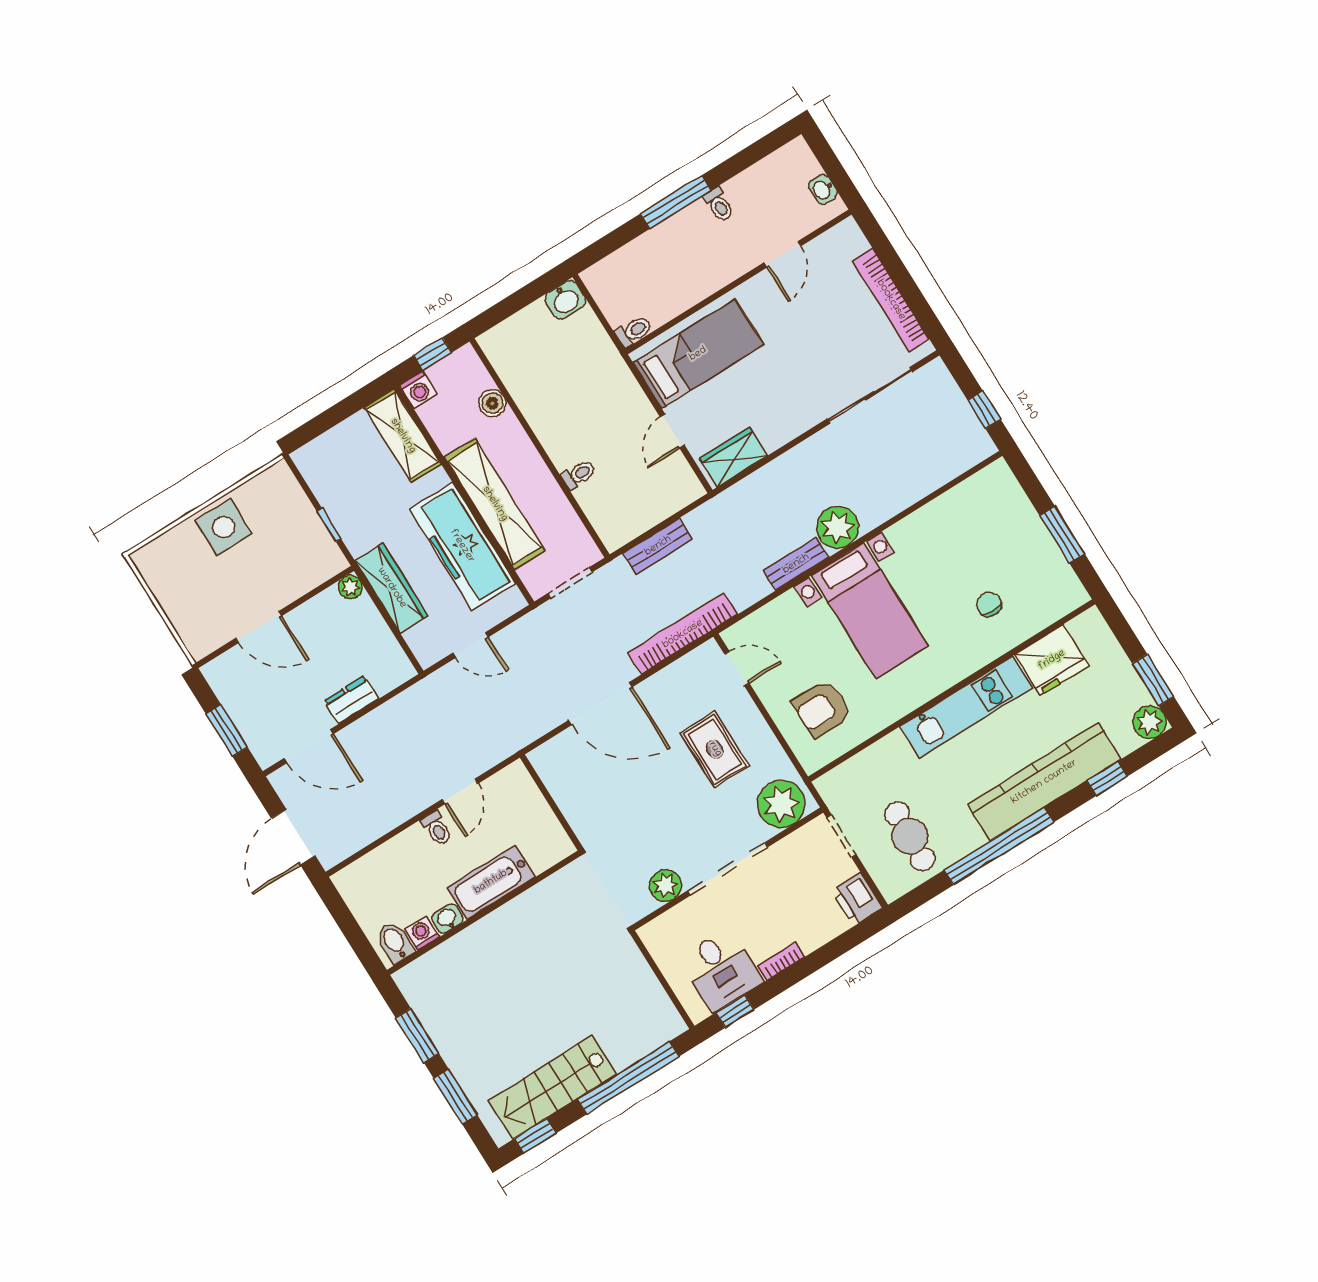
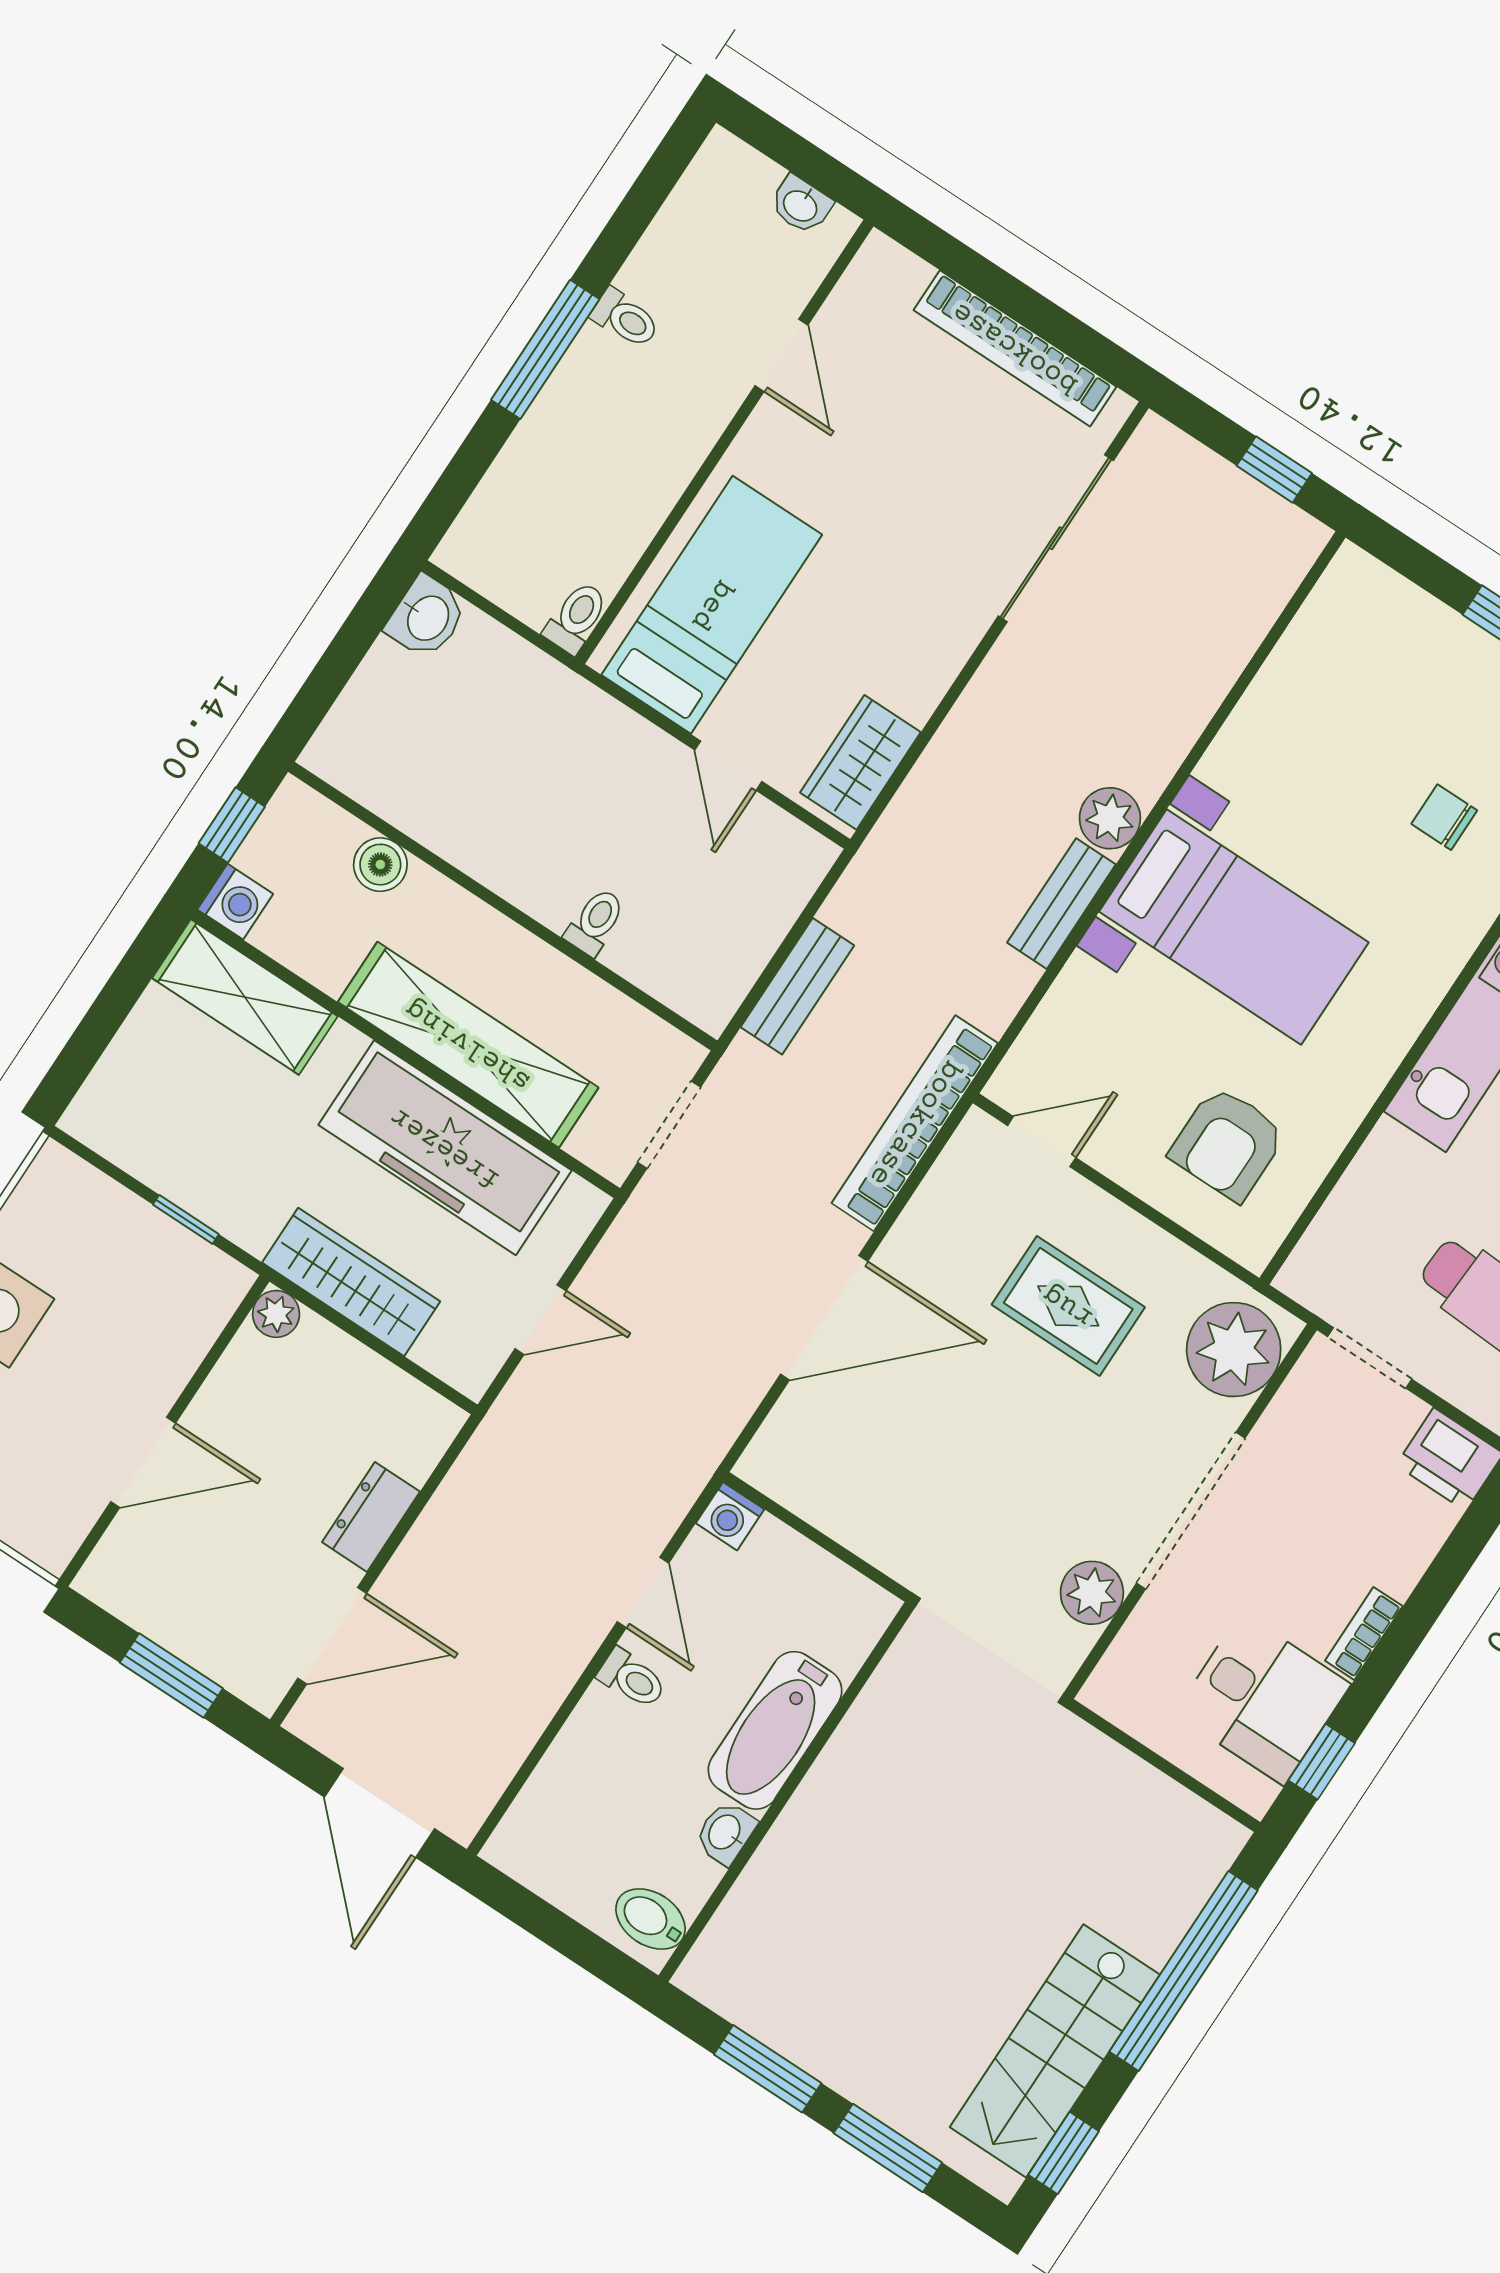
plant: (838, 527) -> (1110, 818), width x0.73, depth x0.73
washing machine: (422, 933) -> (730, 1516), moved, turned -90

